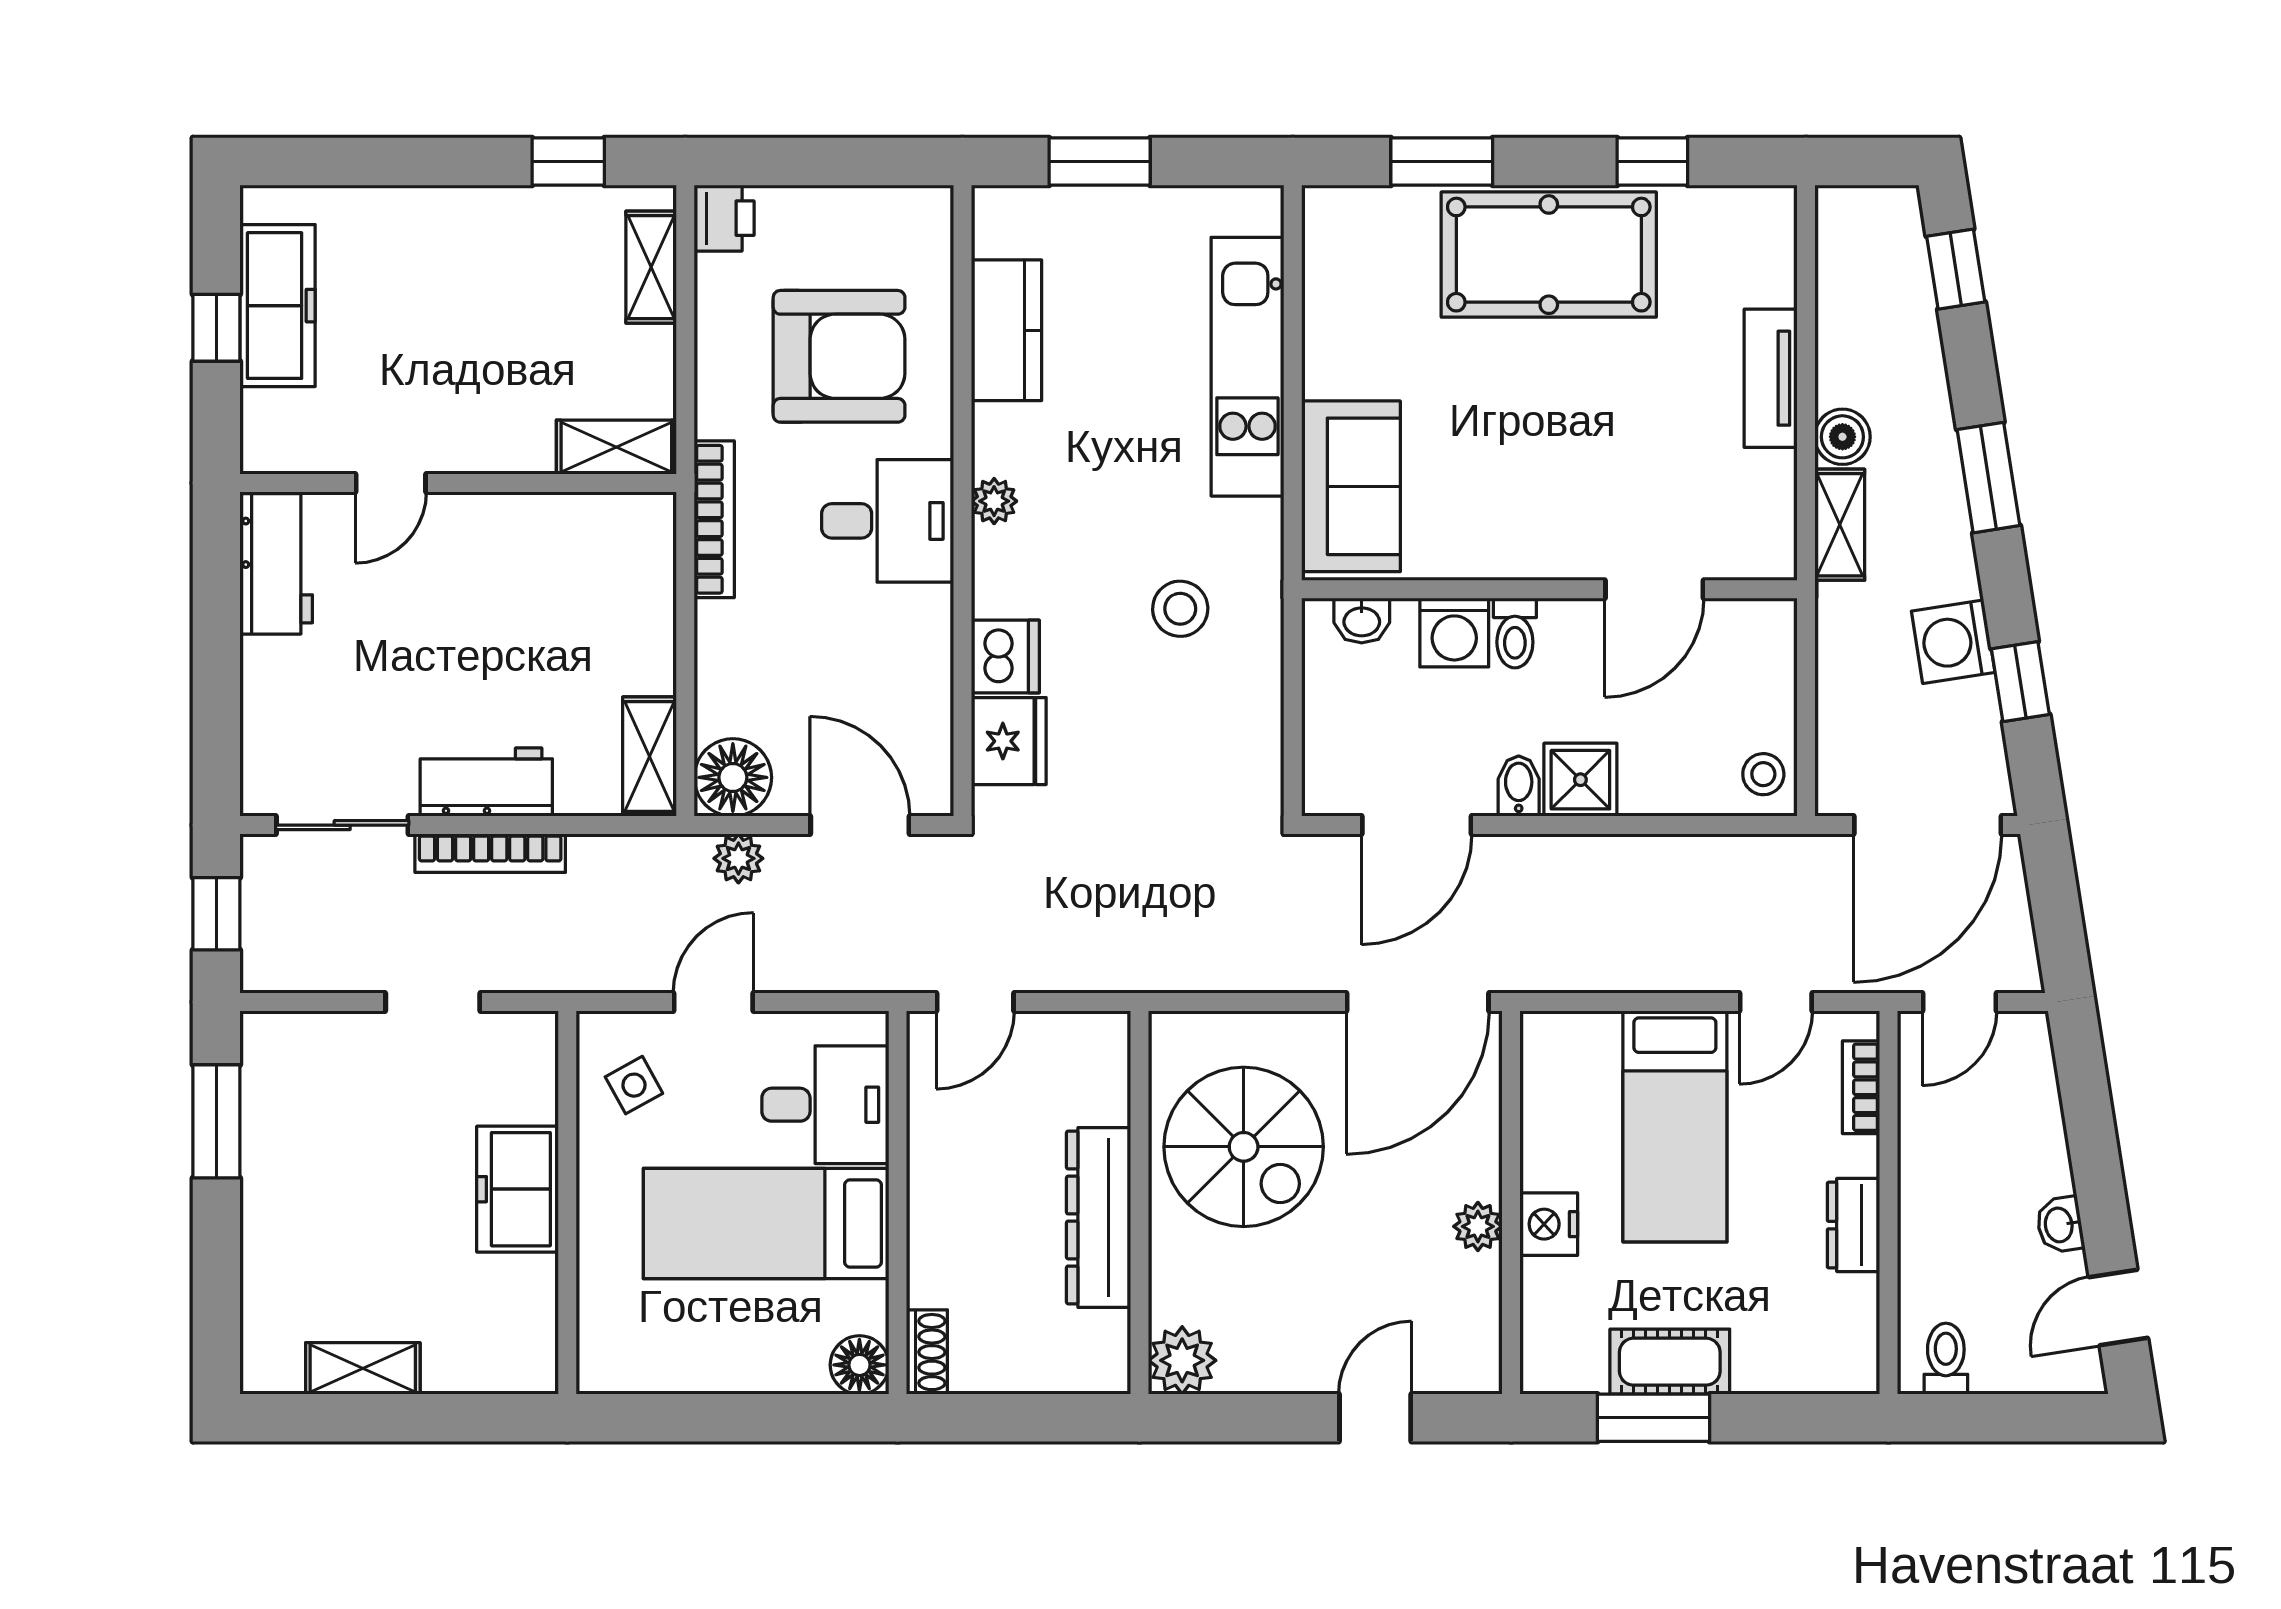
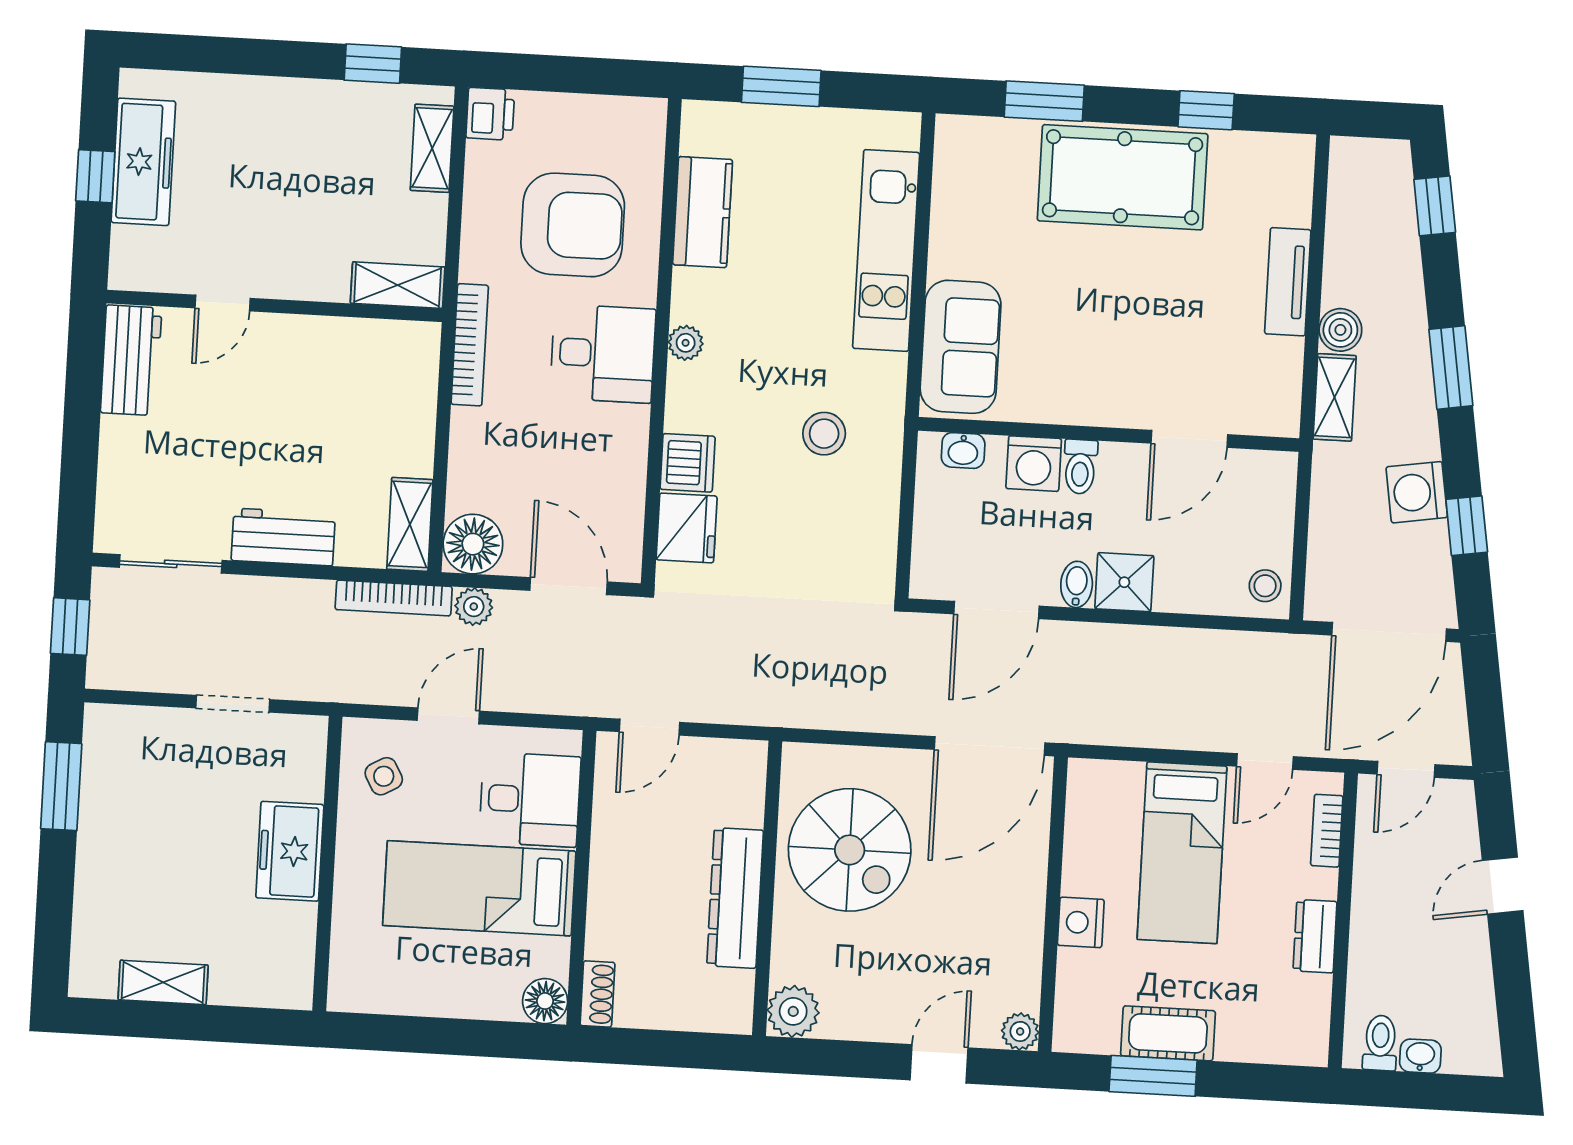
bookcase: (490, 853) -> (394, 598), moved
washbasin: (2060, 1225) -> (1420, 1056), moved, turned 99
plant: (1478, 1226) -> (1020, 1031), moved
door: (2118, 1307) -> (1503, 886), moved

